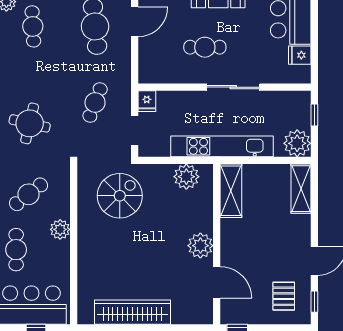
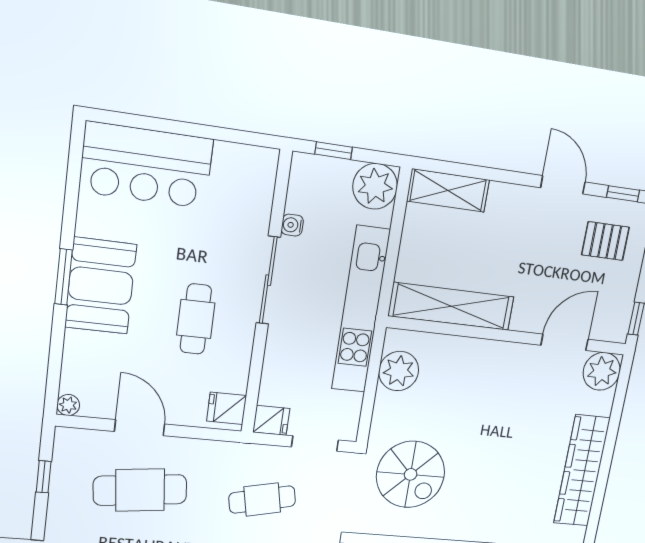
fridge: (300, 55) -> (227, 408), moved, turned 90
water cooler: (268, 97) -> (292, 225), added
cafe table: (95, 103) -> (262, 500), turned -33
shelving: (231, 191) -> (451, 306), width x1.47
spiral stairs: (120, 196) -> (411, 474), turned 180
plant: (200, 246) -> (602, 371), moved

